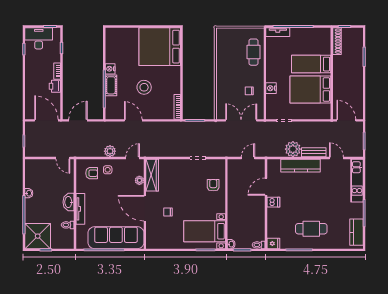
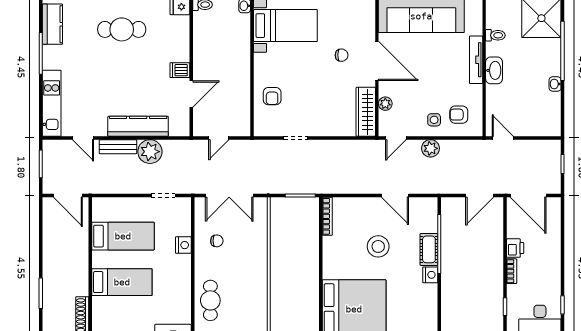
bed: (310, 89) -> (123, 236), width x0.67

